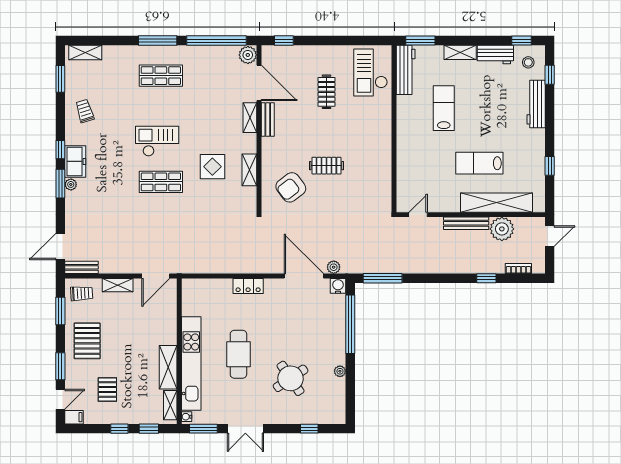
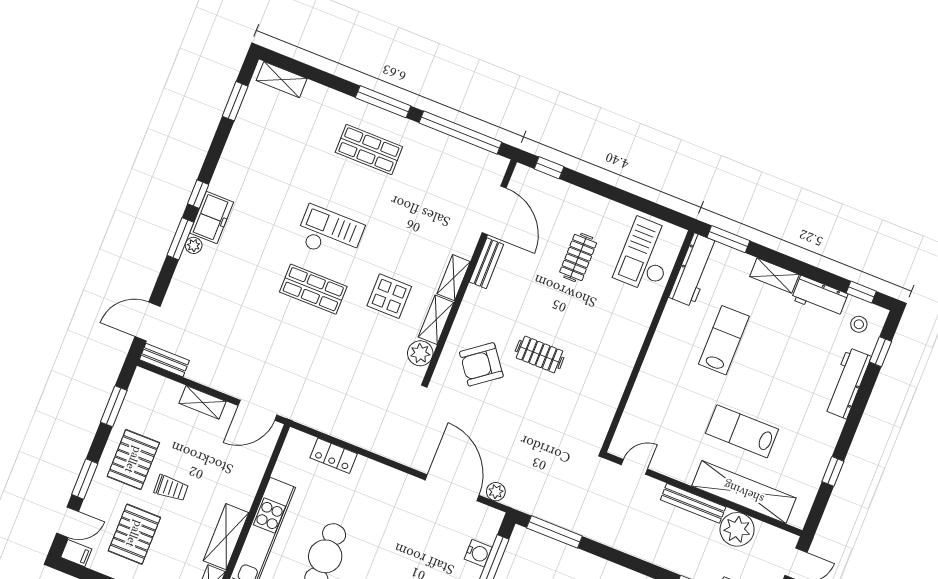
plant: (248, 55) -> (420, 353), moved
trolley: (85, 111) -> (250, 156), removed
shelving: (250, 118) -> (454, 278), moved
locker: (248, 286) -> (334, 456), moved
water cooler: (338, 286) -> (478, 553), moved, turned 90
trolley: (82, 293) -> (171, 488), moved
pallet: (107, 390) -> (134, 534), width x1.50, depth x1.42

